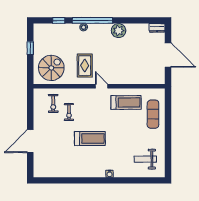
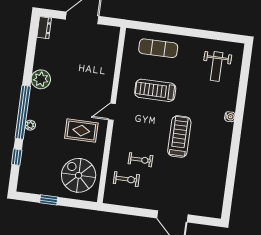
treadmill: (126, 102) -> (155, 90), moved, turned -90

